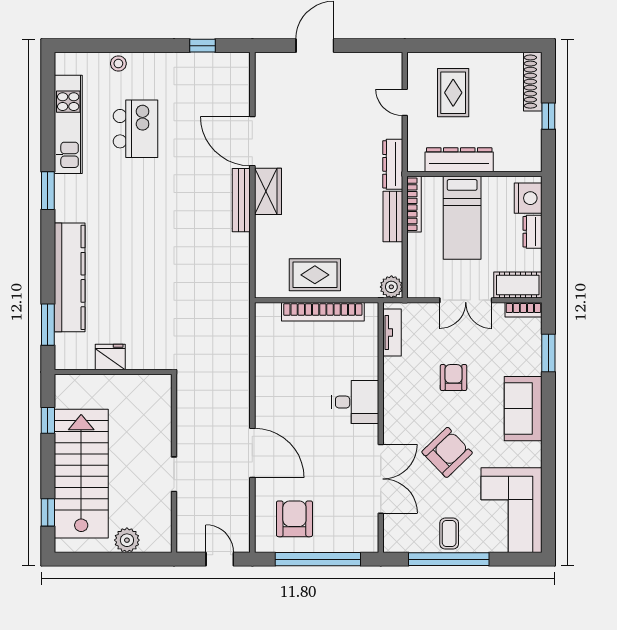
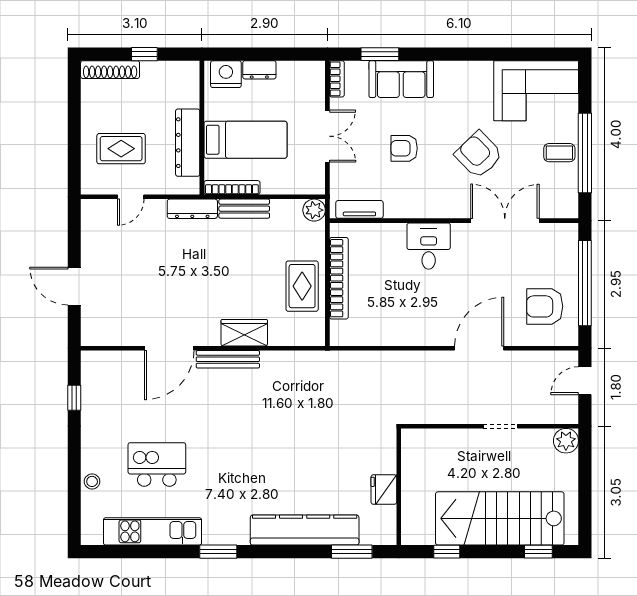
wardrobe: (268, 191) -> (244, 333), moved
cot: (518, 285) -> (312, 84), removed
sofa: (523, 409) -> (401, 79), moved
plant: (127, 540) -> (566, 441), moved

